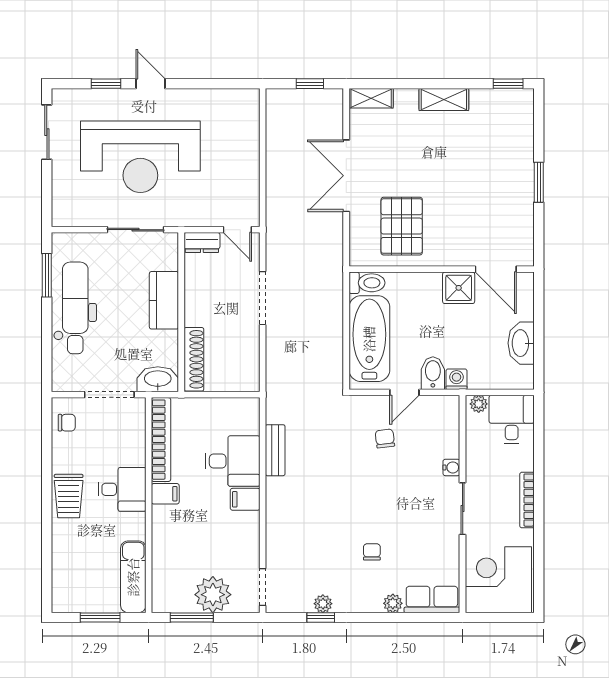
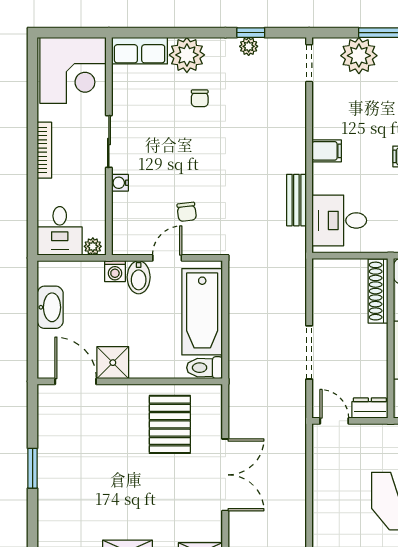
desk: (232, 461) -> (339, 220), moved
plant: (393, 603) -> (187, 55), width x1.87, depth x1.87

